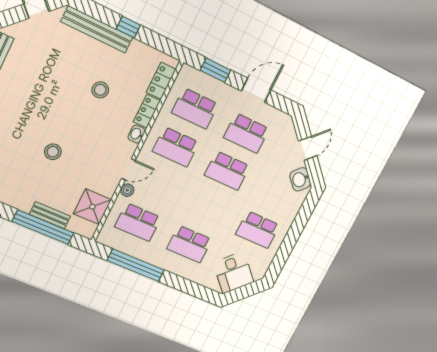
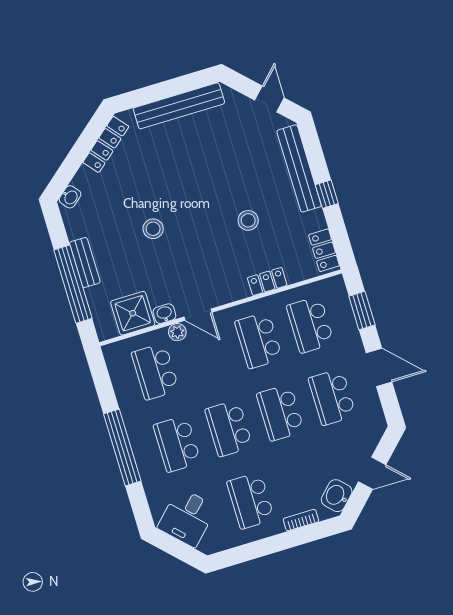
locker: (161, 81) -> (324, 250), moved, turned -90
washbasin: (137, 134) -> (164, 314), moved
school desk: (208, 208) -> (229, 428), added
bookcase: (294, 211) -> (301, 520), added
bench: (50, 215) -> (85, 263), moved
window: (136, 265) -> (122, 447), moved

